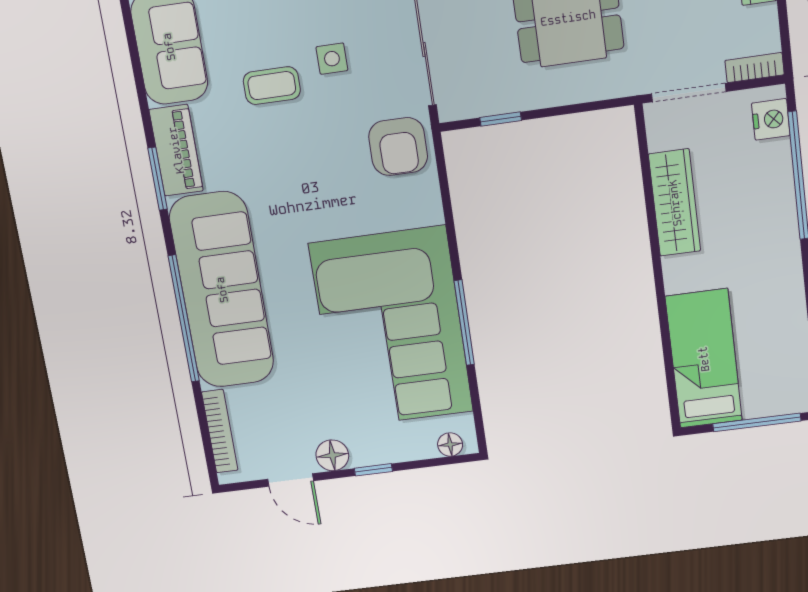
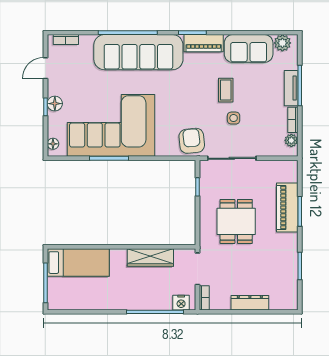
armchair: (398, 147) -> (192, 141), turned 84
bookcase: (220, 431) -> (66, 40), width x0.64
floor lamp: (332, 455) -> (55, 104), moved

